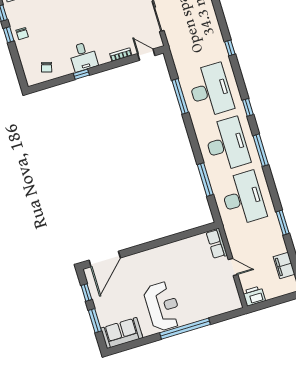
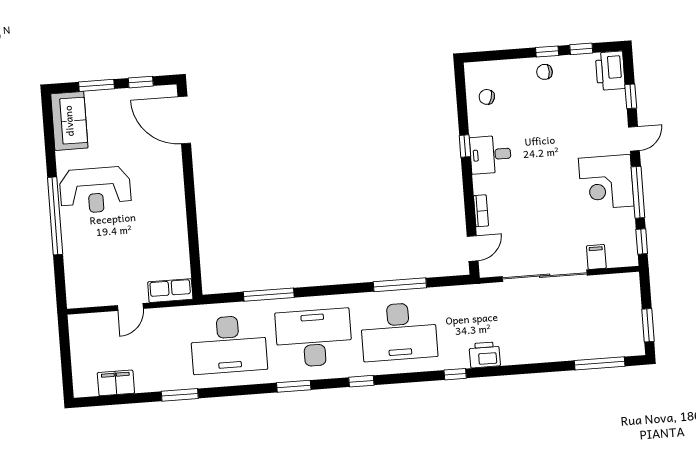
desk: (227, 144) -> (314, 338), turned 180
window: (261, 150) -> (294, 386), width x0.69
printer: (254, 296) -> (485, 355), moved, turned -90

